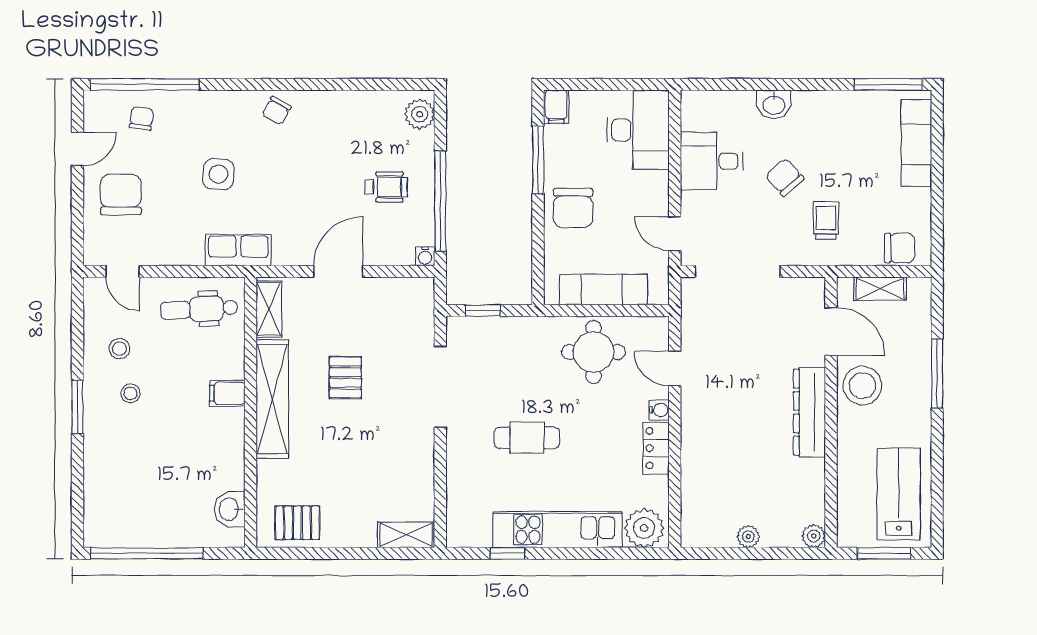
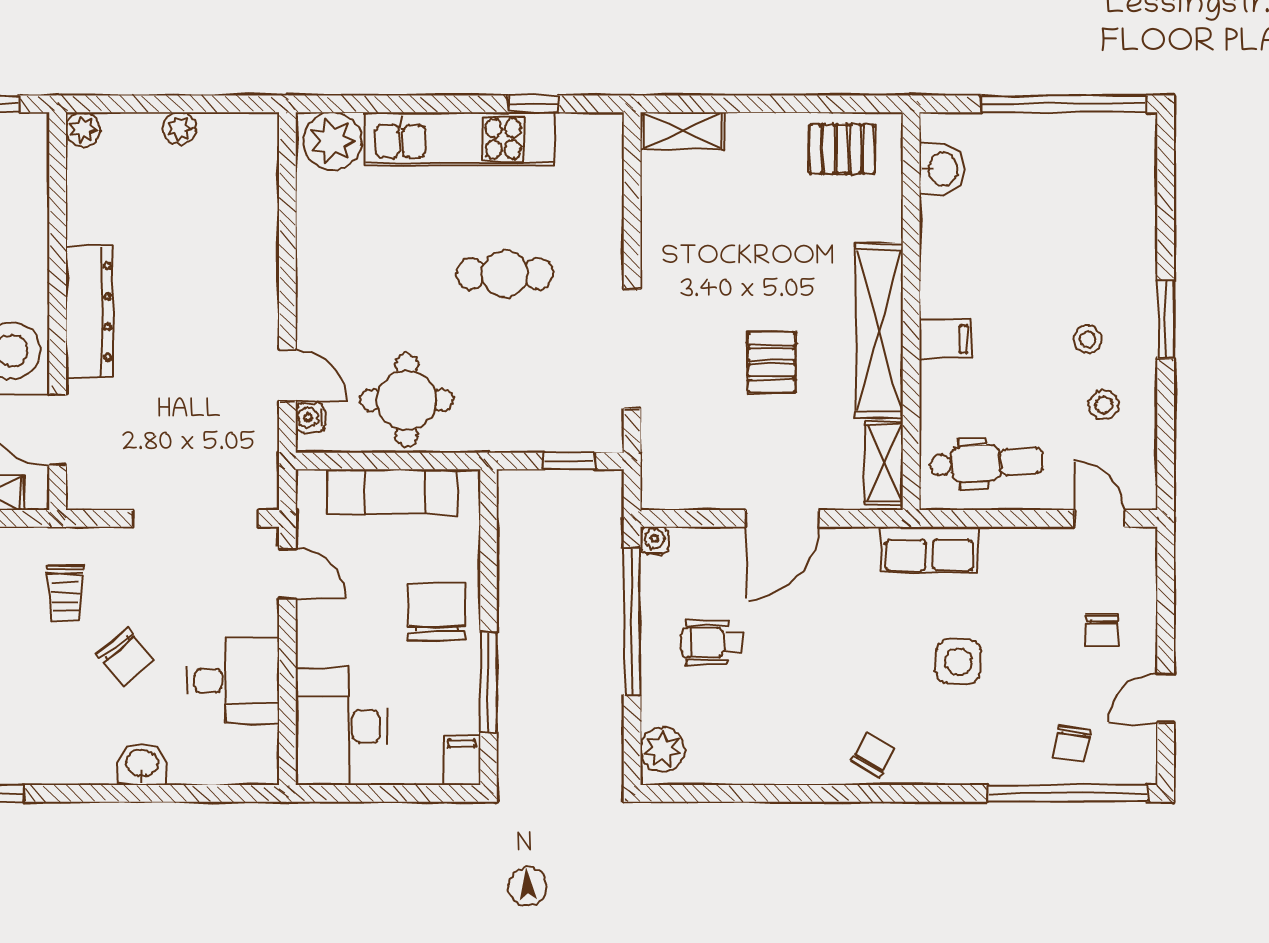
chair: (121, 195) -> (1102, 631), width x0.54, depth x0.54
water cooler: (659, 410) -> (310, 418), moved
locker: (656, 448) -> (315, 259), removed

